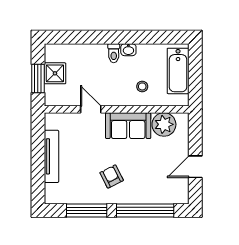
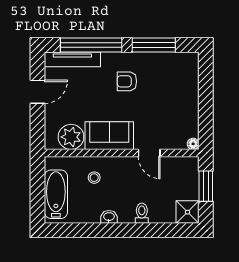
toilet: (114, 53) -> (142, 213), moved
shower: (55, 73) -> (188, 212), moved
floor lamp: (50, 118) -> (193, 144), added
tv unit: (51, 156) -> (72, 59), moved, turned -90
armchair: (112, 176) -> (127, 81), turned 117

